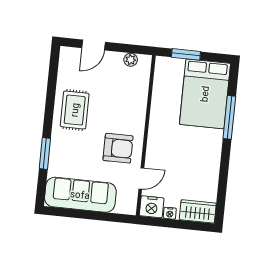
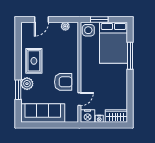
side table: (167, 70) -> (88, 30), added
plant: (60, 145) -> (27, 84), added

